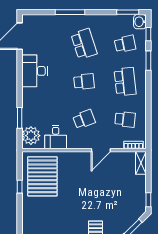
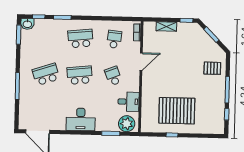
school desk: (125, 44) -> (47, 38), removed
desk: (35, 71) -> (81, 119), moved
school desk: (84, 82) -> (80, 75), width x1.85
door: (101, 150) -> (141, 62), hinge flipped
shelving: (141, 163) -> (166, 26), moved
pallet: (42, 176) -> (177, 111), moved

